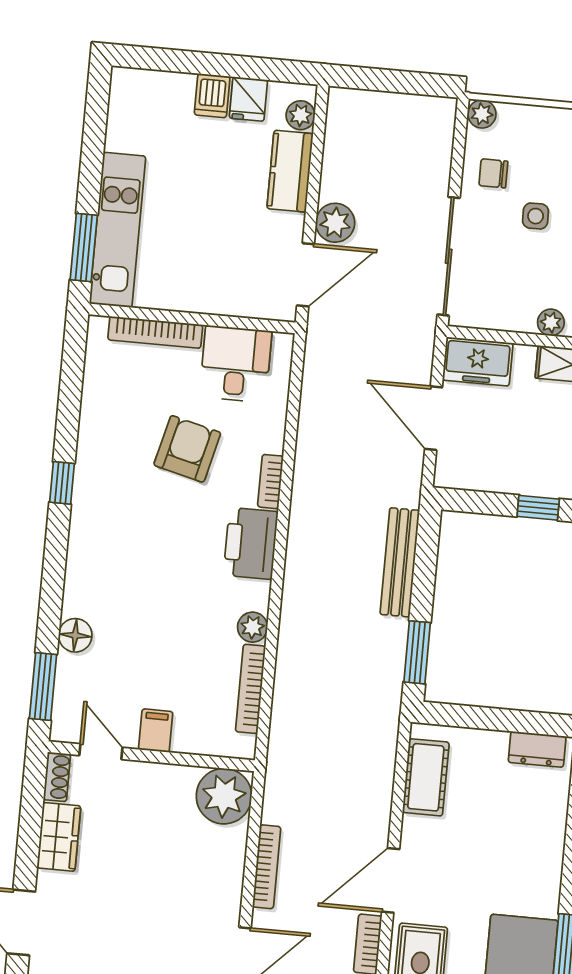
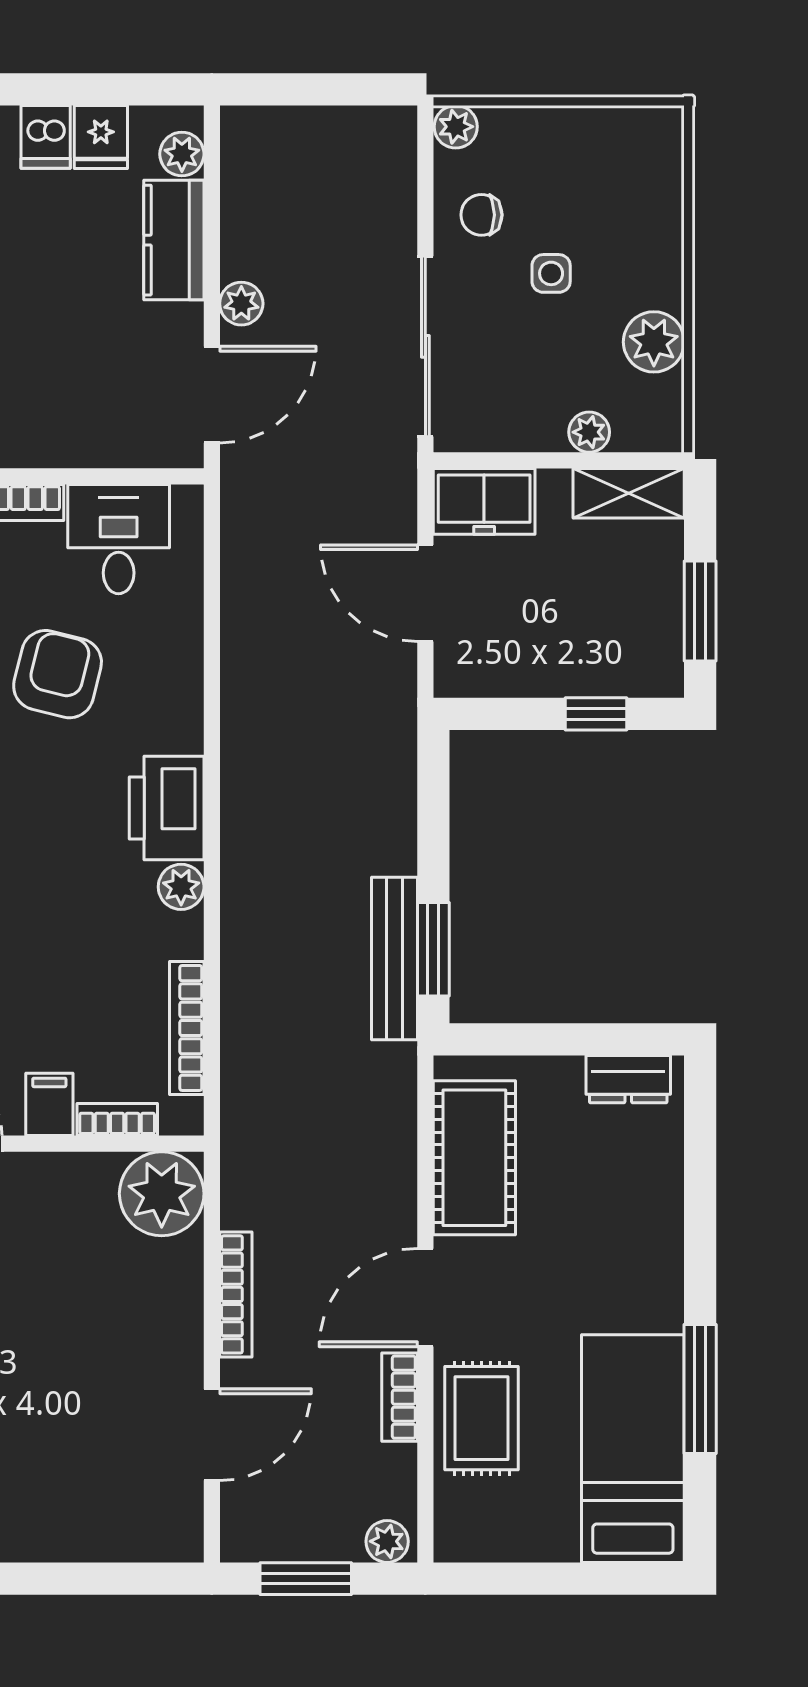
plant: (335, 223) -> (241, 304), width x0.73, depth x0.73
bookcase: (270, 482) -> (117, 1119), moved, turned 90
bench: (400, 562) -> (395, 959), moved
plant: (253, 627) -> (181, 887), moved
cot: (426, 777) -> (474, 1158), width x1.37, depth x1.34

